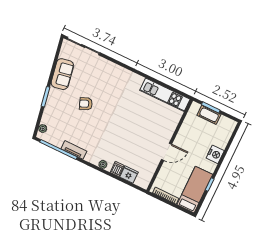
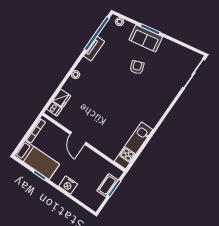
sofa: (62, 74) -> (146, 38), moved
dishwasher: (117, 169) -> (54, 109), moved

